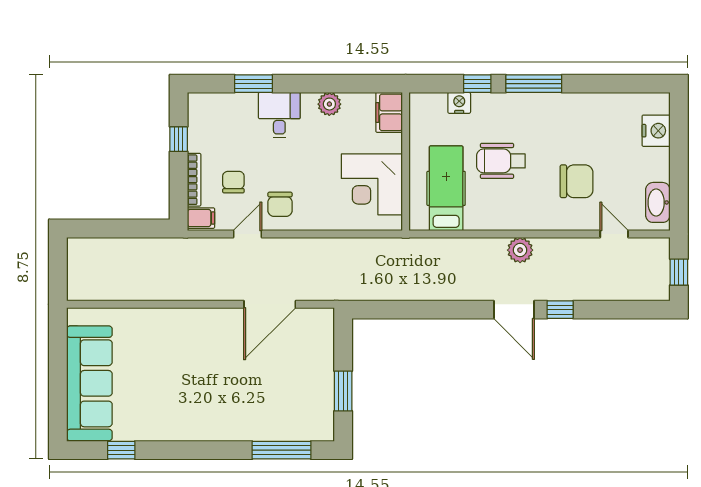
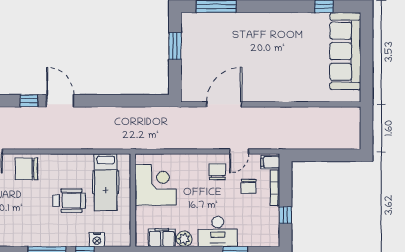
filing cabinet: (389, 112) -> (162, 238), moved, turned -90
desk: (279, 115) -> (218, 231), width x1.37
chair: (576, 181) -> (26, 169), moved
plant: (520, 250) -> (56, 141), removed

